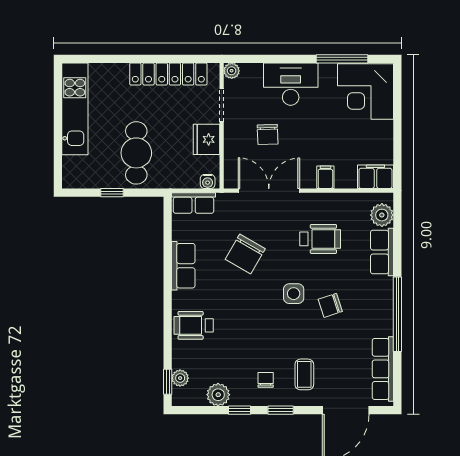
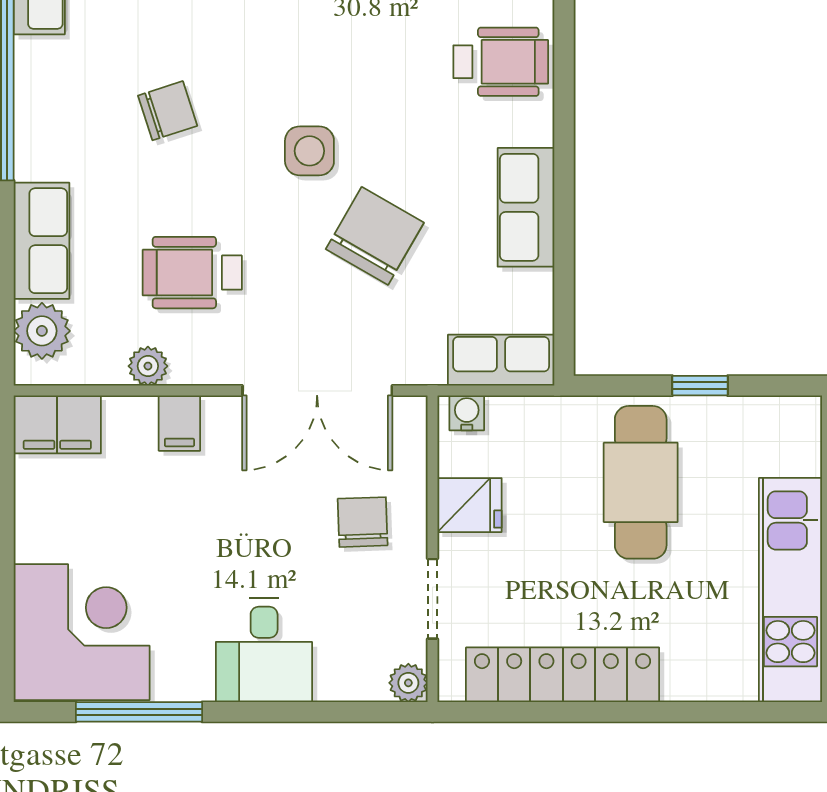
desk: (291, 84) -> (264, 650), width x0.73
chair: (268, 134) -> (363, 522), moved
fridge: (206, 139) -> (470, 505), width x0.72
plant: (338, 201) -> (148, 366), added
side table: (294, 294) -> (309, 151), moved

